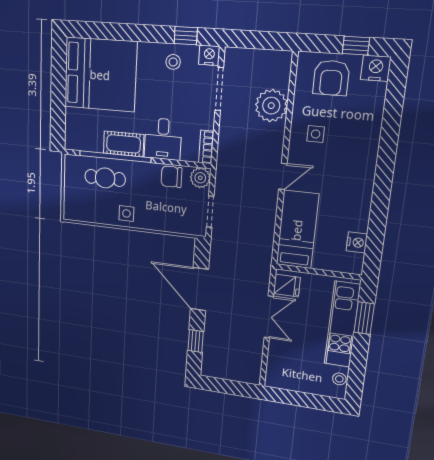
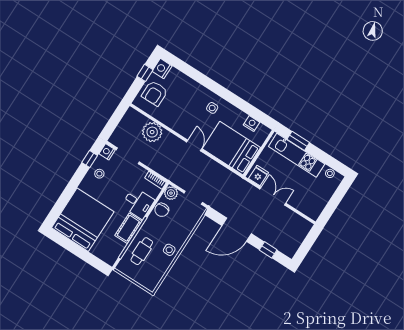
armchair: (331, 78) -> (155, 93), turned 90
side table: (316, 134) -> (212, 108), moved
bed: (297, 230) -> (231, 148), width x1.50

